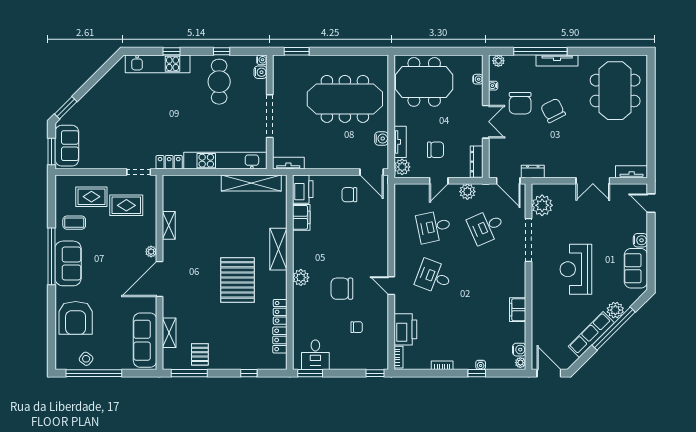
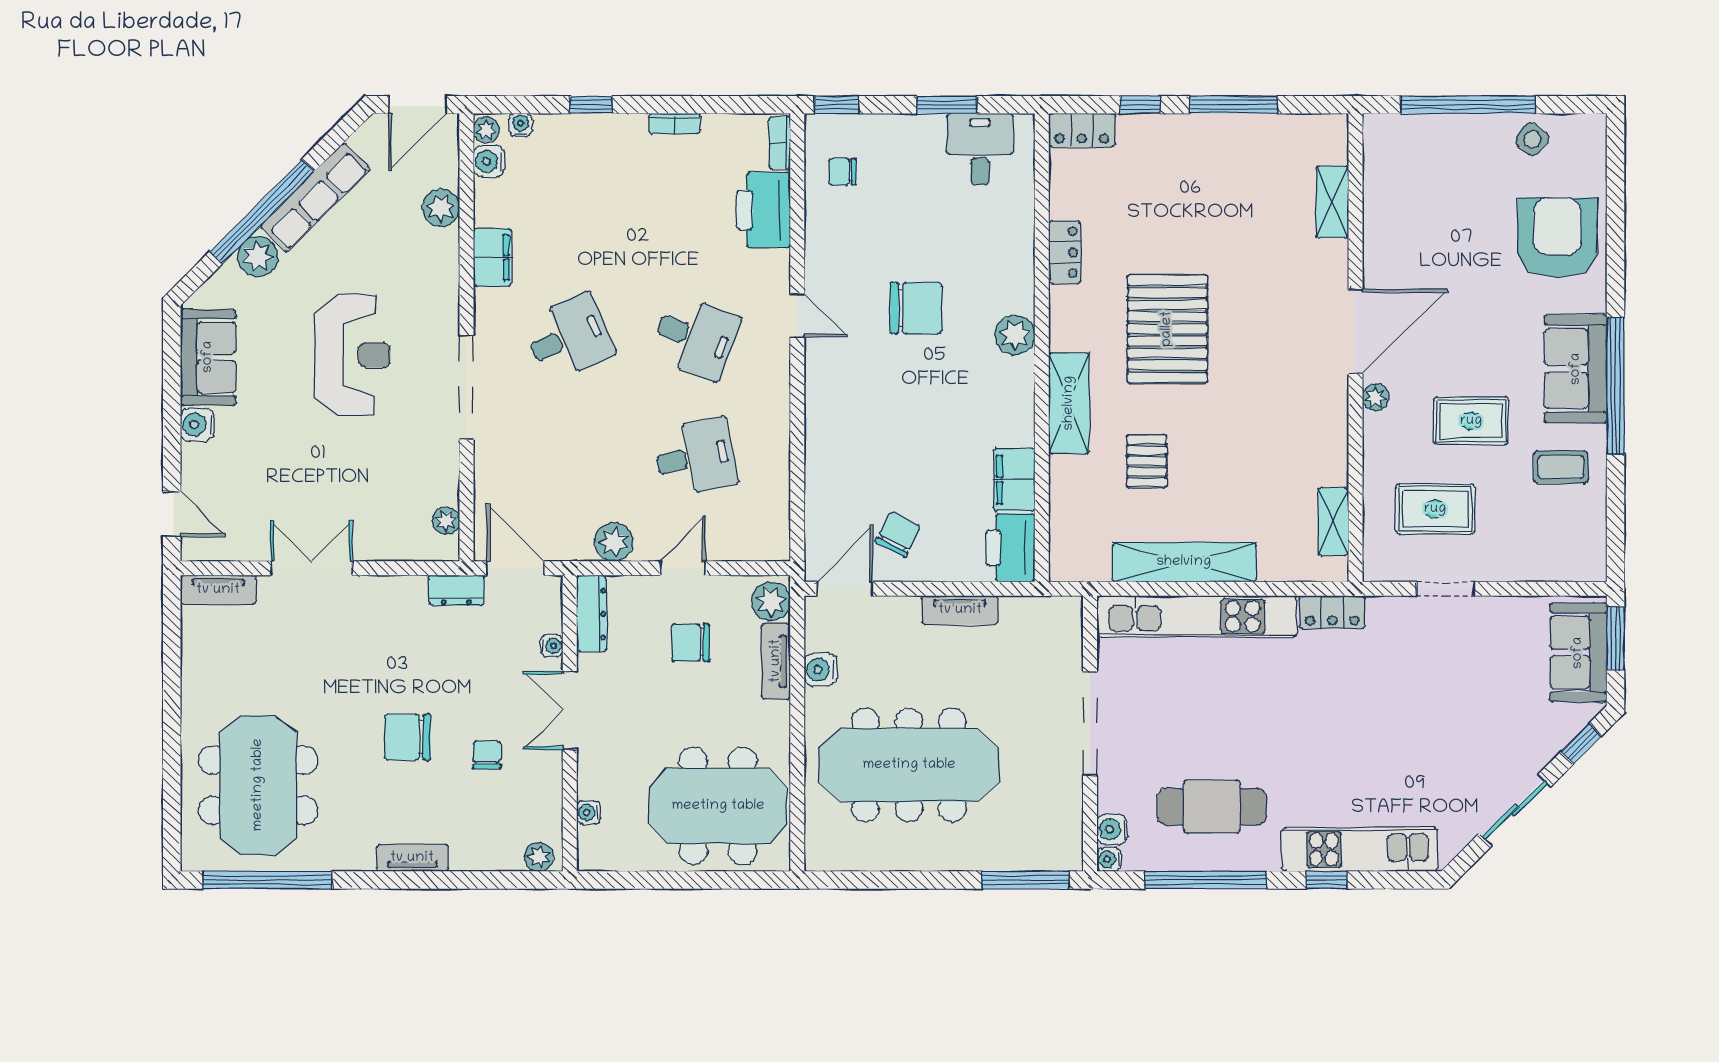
window: (222, 51) -> (1206, 880), width x3.17
window: (297, 51) -> (1025, 880), width x1.44
window: (540, 51) -> (267, 880), moved
tv unit: (557, 60) -> (412, 858), width x0.71
sliding door: (93, 80) -> (1515, 810), added
cafe table: (219, 82) -> (1212, 807), turned 90
water cooler: (493, 86) -> (552, 646), moved
chair: (520, 103) -> (487, 755), width x0.54, depth x0.54
window: (66, 108) -> (1581, 744), width x0.67
chair: (553, 110) -> (408, 737), turned 117
tv unit: (288, 163) -> (960, 610), moved
doorway: (139, 172) -> (1445, 589), moved
door: (372, 172) -> (845, 589), hinge flipped
shelving: (251, 183) -> (1184, 562), moved
chair: (349, 195) -> (898, 534), turned -63
rug: (91, 197) -> (1471, 421), moved
plant: (542, 205) -> (446, 521), width x0.53, depth x0.53
shelving: (169, 225) -> (1333, 522), moved
desk: (486, 227) -> (569, 337), moved
doorway: (529, 240) -> (466, 387), moved
chair: (357, 327) -> (842, 172), moved
plant: (539, 330) -> (441, 208), added
sofa: (145, 340) -> (1390, 184), removed
locker: (280, 340) -> (1082, 130), moved, turned 90
pallet: (200, 354) -> (1147, 461), moved
water cooler: (481, 365) -> (521, 125), moved
window: (94, 373) -> (1468, 105), moved
window: (189, 373) -> (1234, 105), moved
window: (310, 373) -> (947, 105), moved
door: (549, 373) -> (417, 105), hinge flipped

